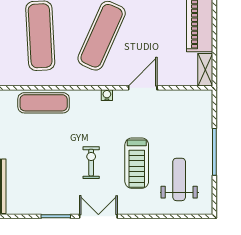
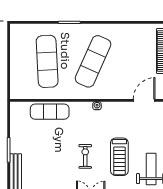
door: (143, 88) -> (144, 100), moved

